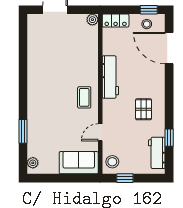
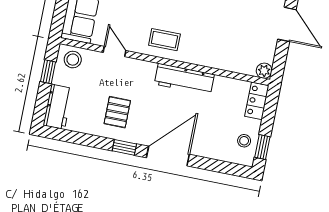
door: (169, 48) -> (168, 156), moved
pallet: (144, 109) -> (117, 112), moved, turned 90
window: (169, 138) -> (124, 147), moved
workbench: (157, 153) -> (58, 107), moved, turned 90

